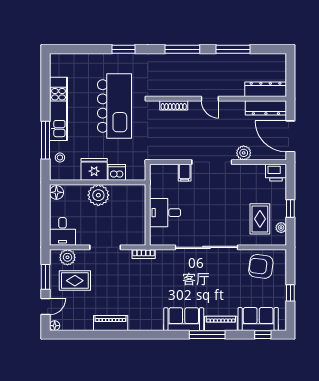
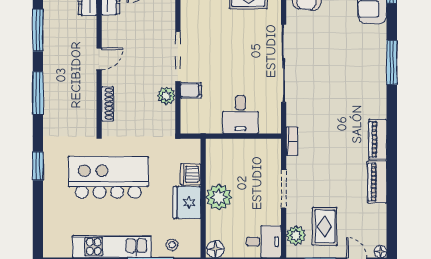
plant: (244, 153) -> (166, 96), moved
sofa: (184, 319) -> (372, 91), removed
piano: (221, 323) -> (378, 139), moved

